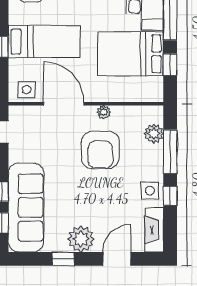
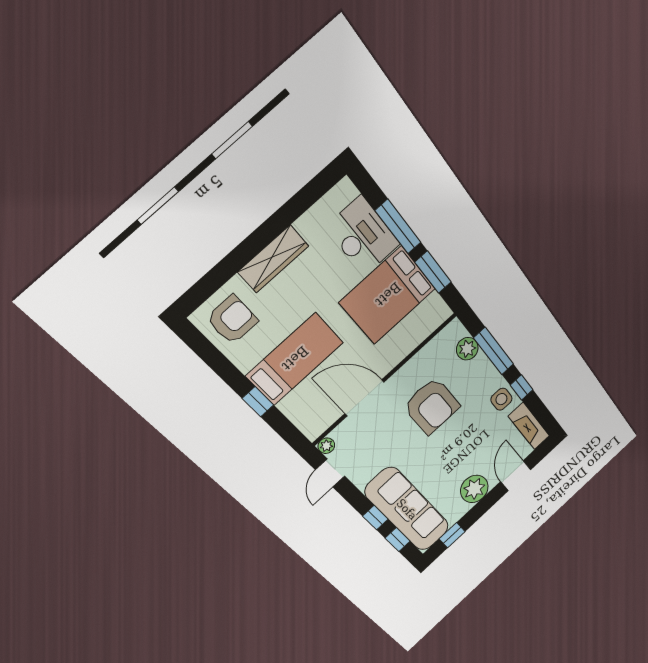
window: (170, 65) -> (433, 272), width x1.50
side table: (27, 90) -> (319, 417), removed
plant: (104, 112) -> (326, 446), moved
window: (63, 259) -> (452, 535), moved

